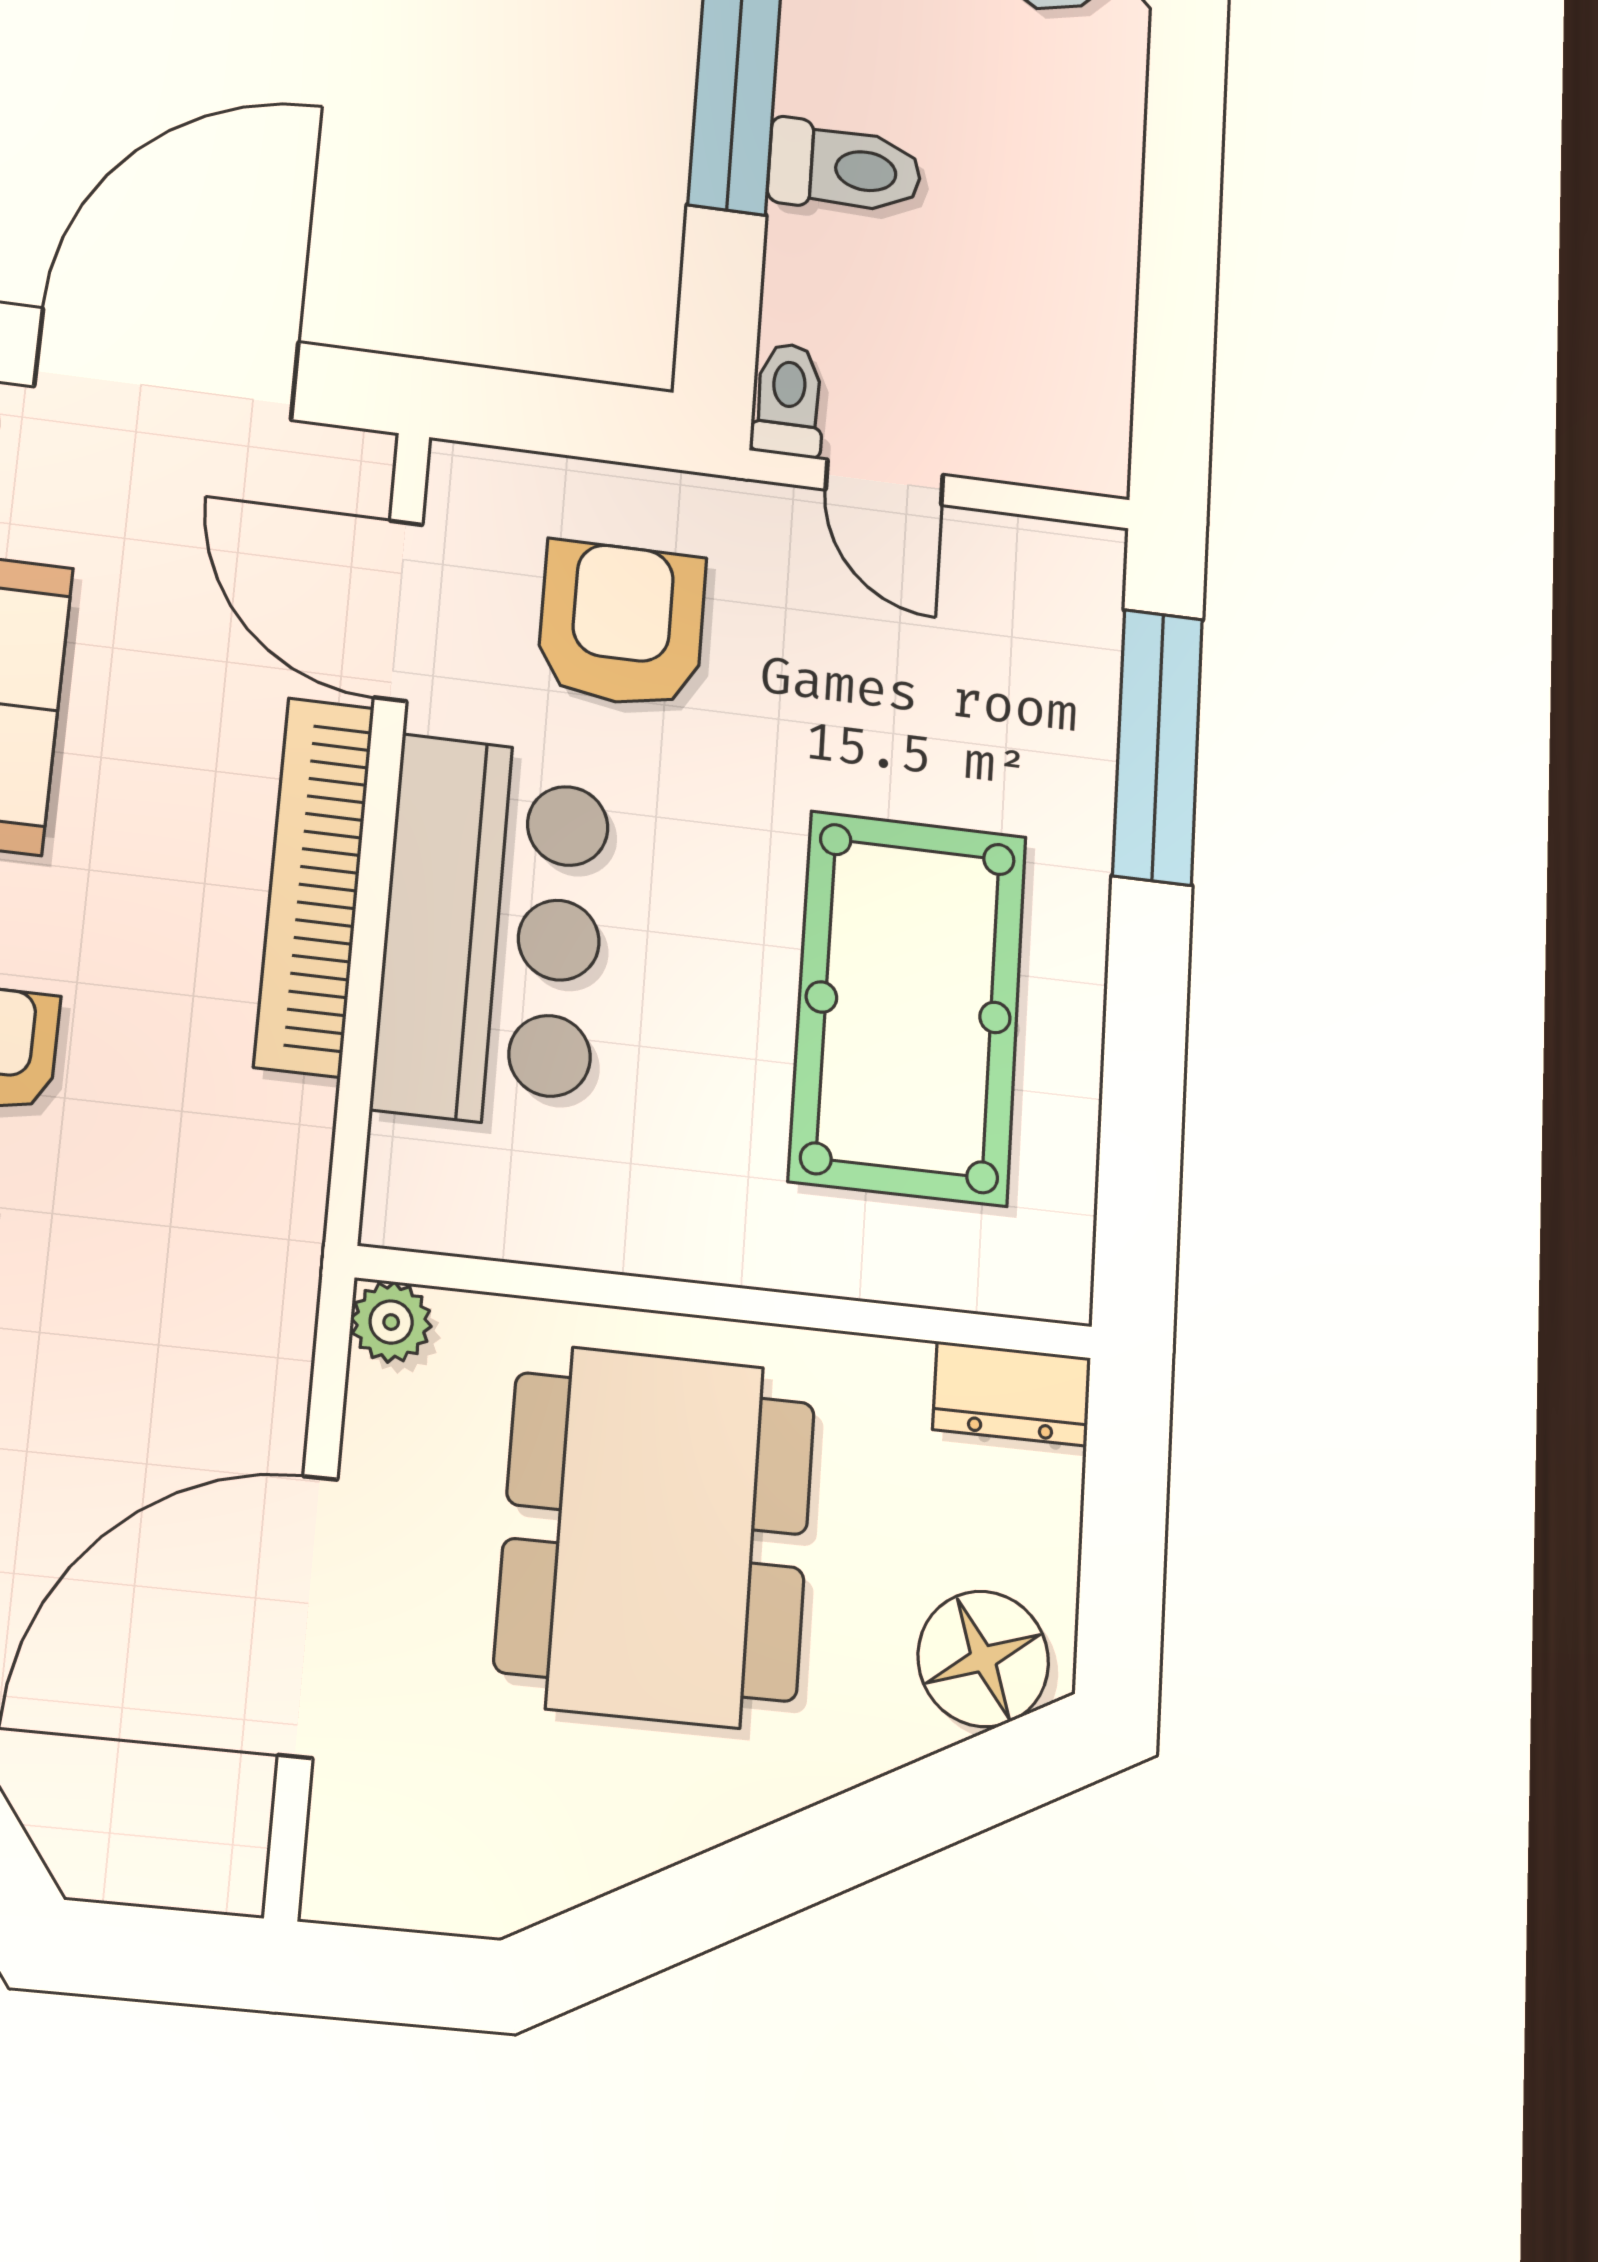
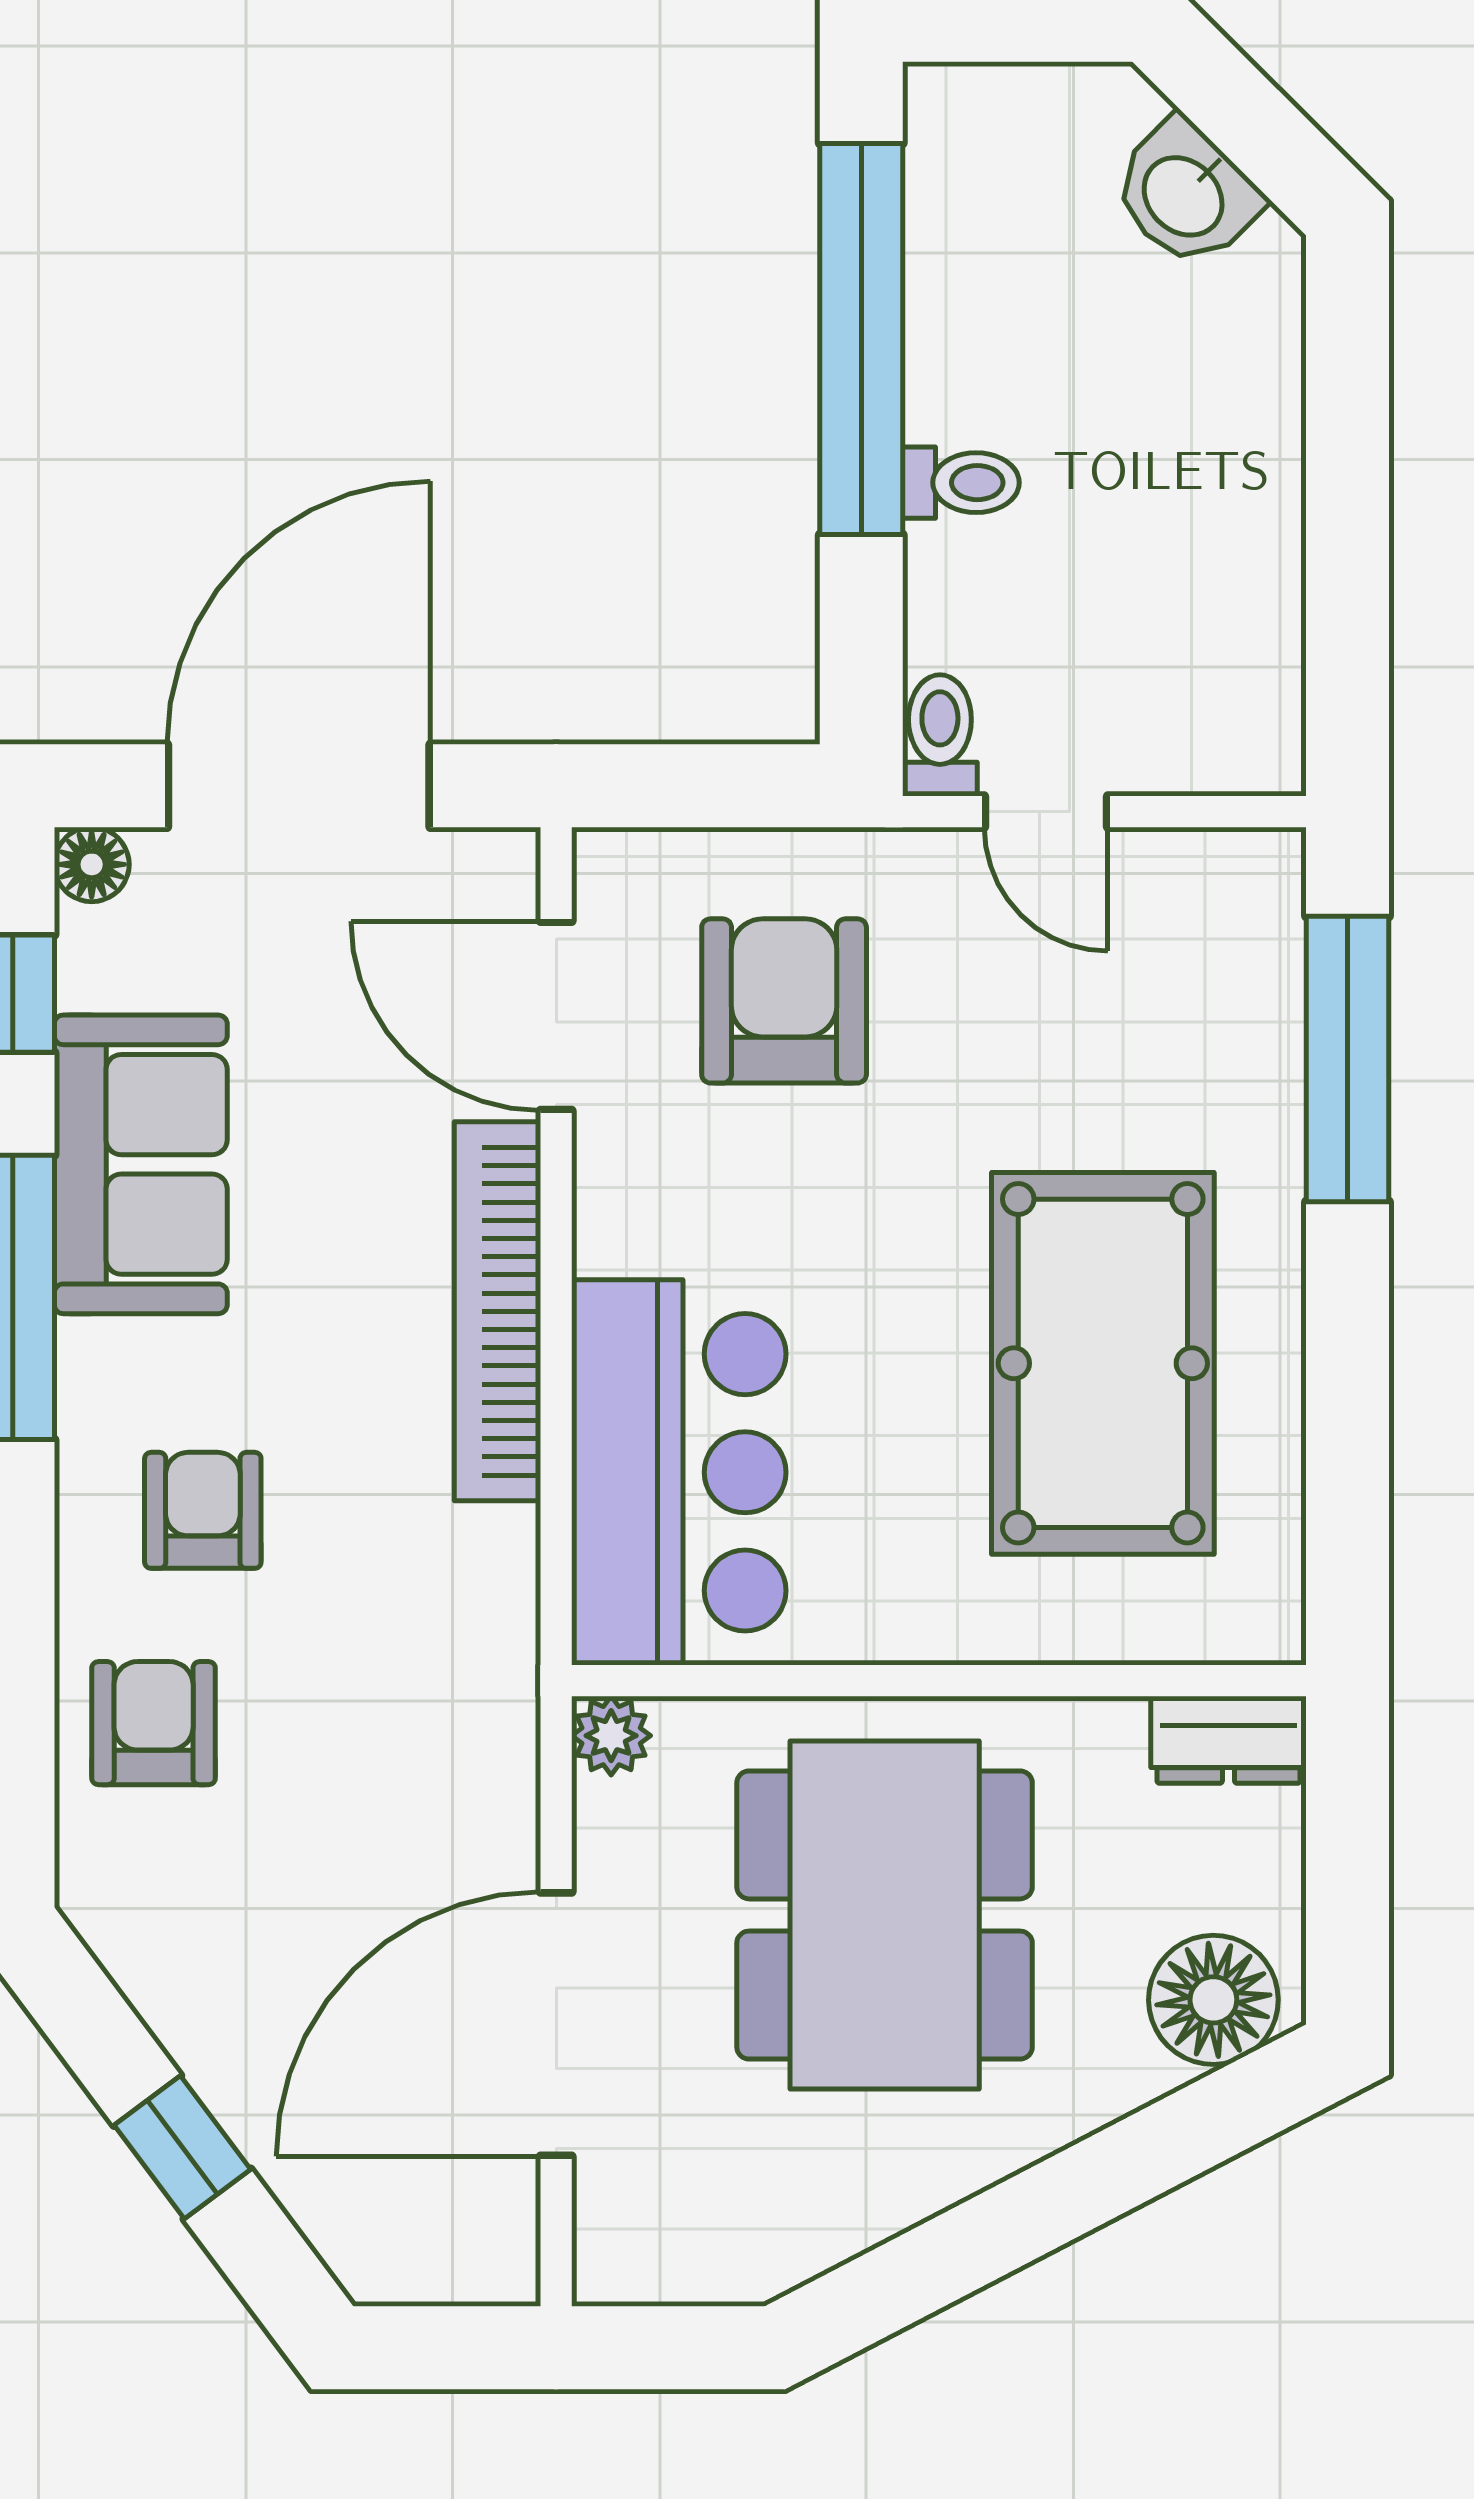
toilet: (845, 168) -> (961, 483), width x0.73, depth x0.72
bar counter: (493, 932) -> (679, 1472), moved

